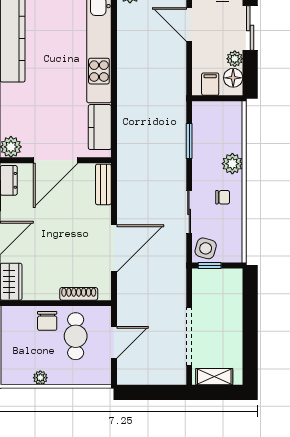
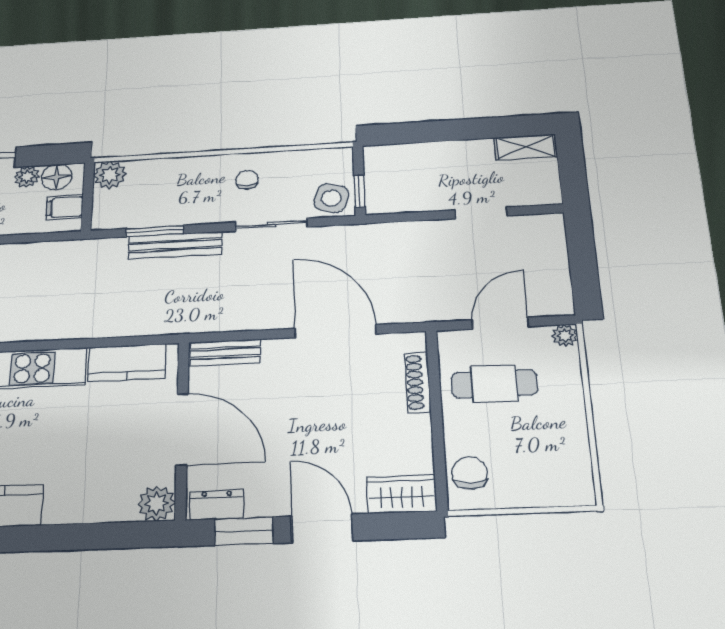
bench: (178, 154) -> (175, 245), added
plant: (232, 164) -> (110, 175), moved
chair: (47, 321) -> (470, 473), moved, turned -90
doorway: (189, 337) -> (481, 213), width x0.53
door: (114, 342) -> (500, 323), hinge flipped
shelving: (214, 377) -> (526, 147), moved, turned 90
plant: (40, 378) -> (565, 336), moved

